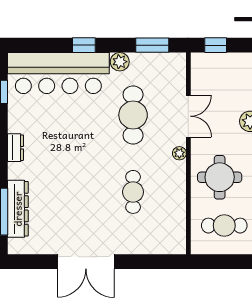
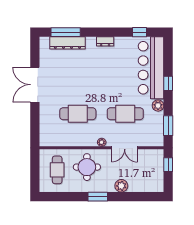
cafe table: (133, 192) -> (78, 114), width x1.37, depth x1.35

